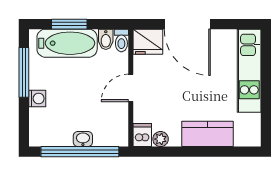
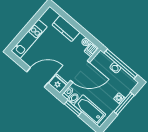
window: (69, 24) -> (73, 108), moved
door: (187, 24) -> (37, 77), hinge flipped
window: (24, 72) -> (124, 104), moved
door: (131, 88) -> (80, 72), width x1.88

